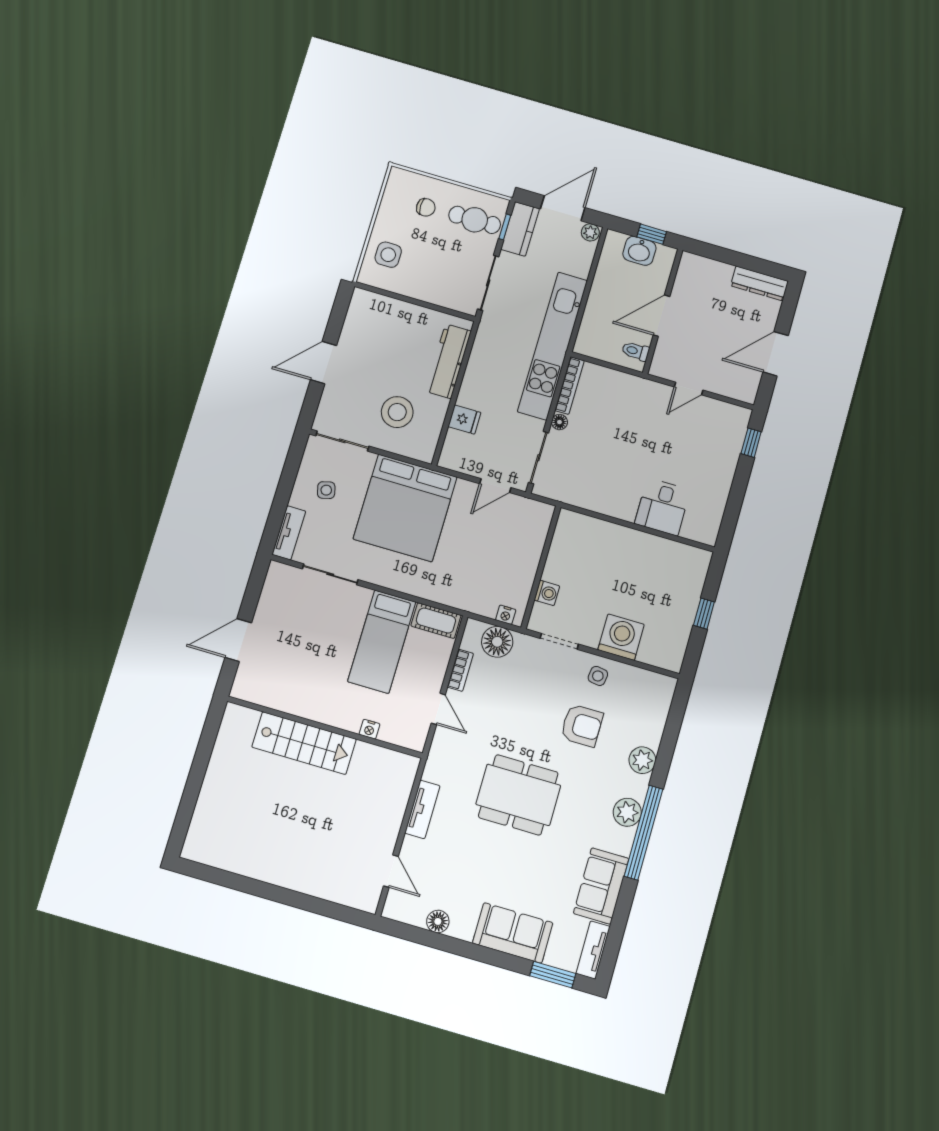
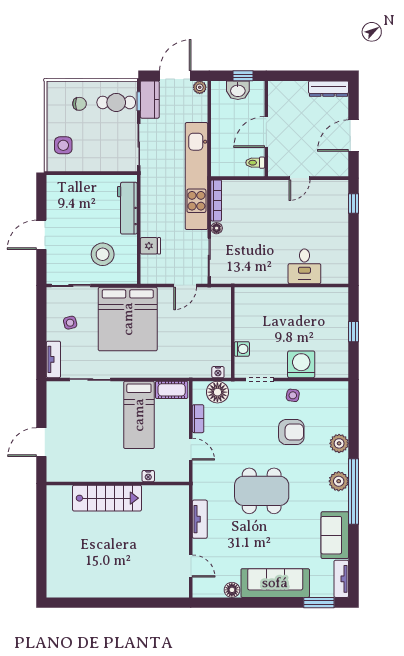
sofa: (513, 933) -> (275, 583), width x1.36

